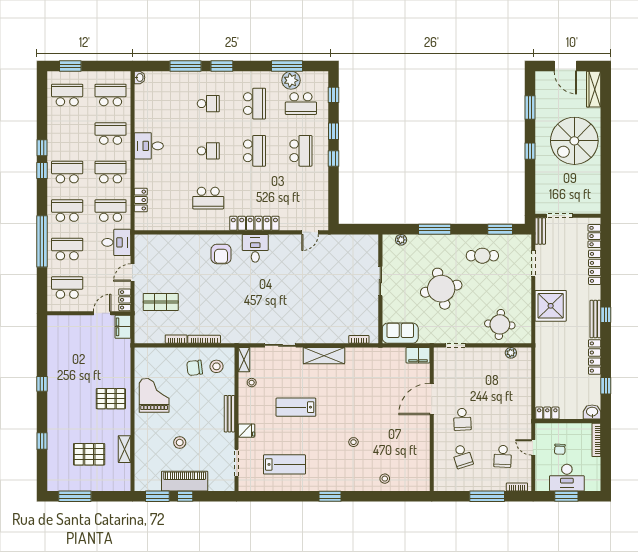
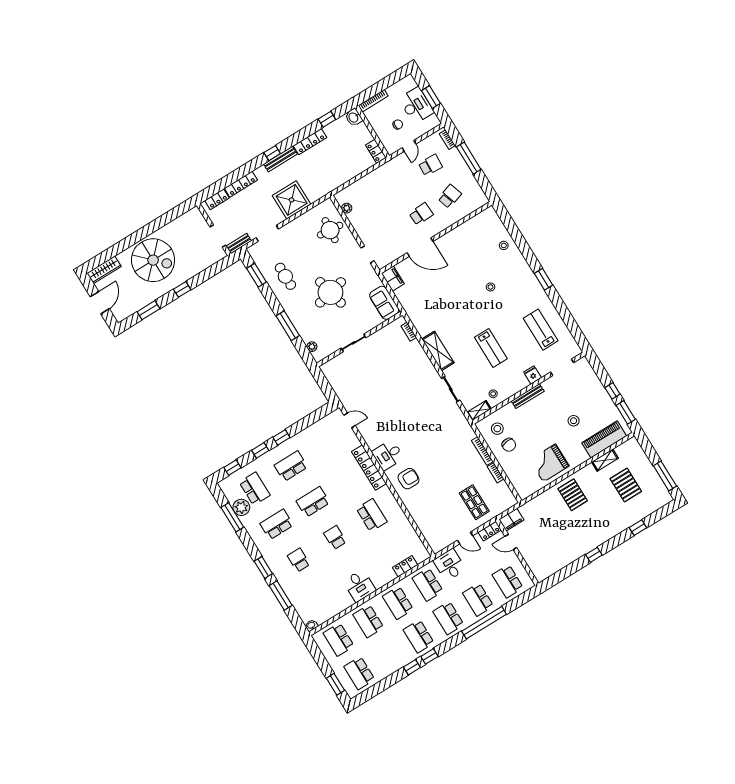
piano: (185, 481) -> (604, 439), moved, turned 90

